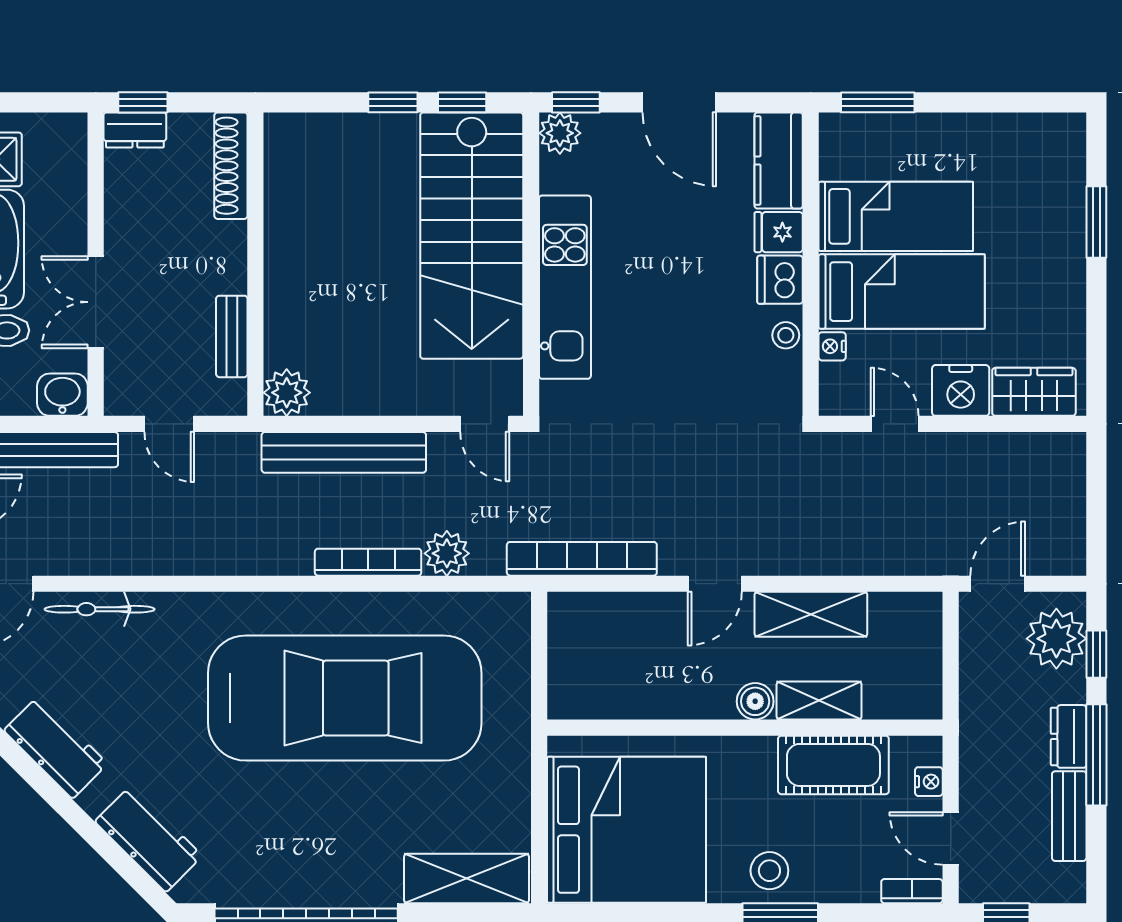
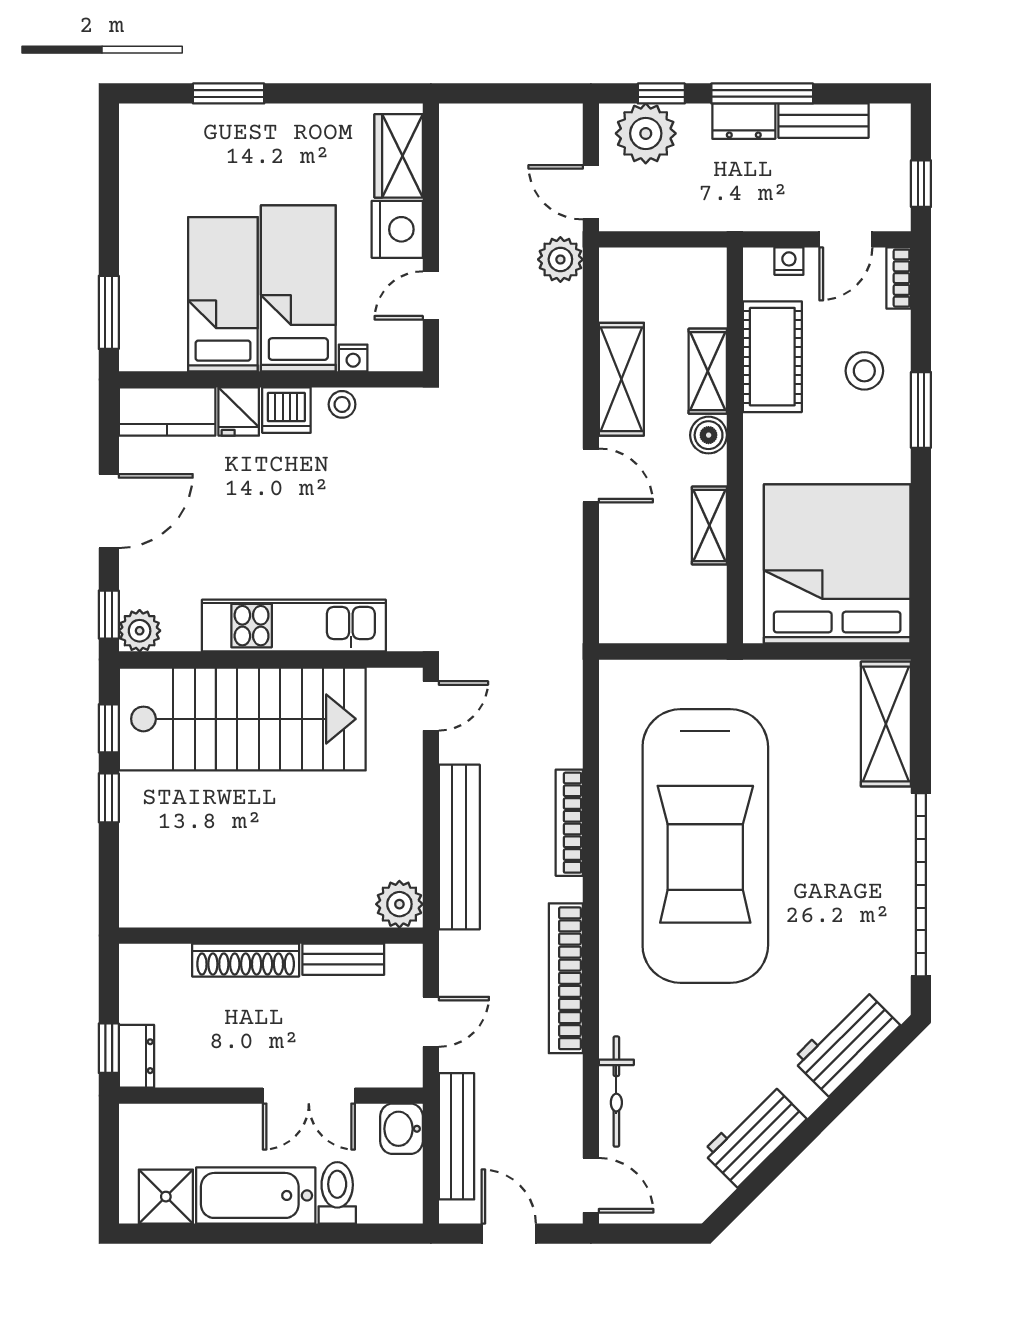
shoe rack: (231, 166) -> (246, 960), moved
plant: (447, 553) -> (560, 259), moved
bookcase: (582, 559) -> (566, 978), moved
car: (345, 698) -> (705, 846), turned 180
shelving: (665, 702) -> (709, 526), added
stool: (769, 871) -> (864, 371), moved

